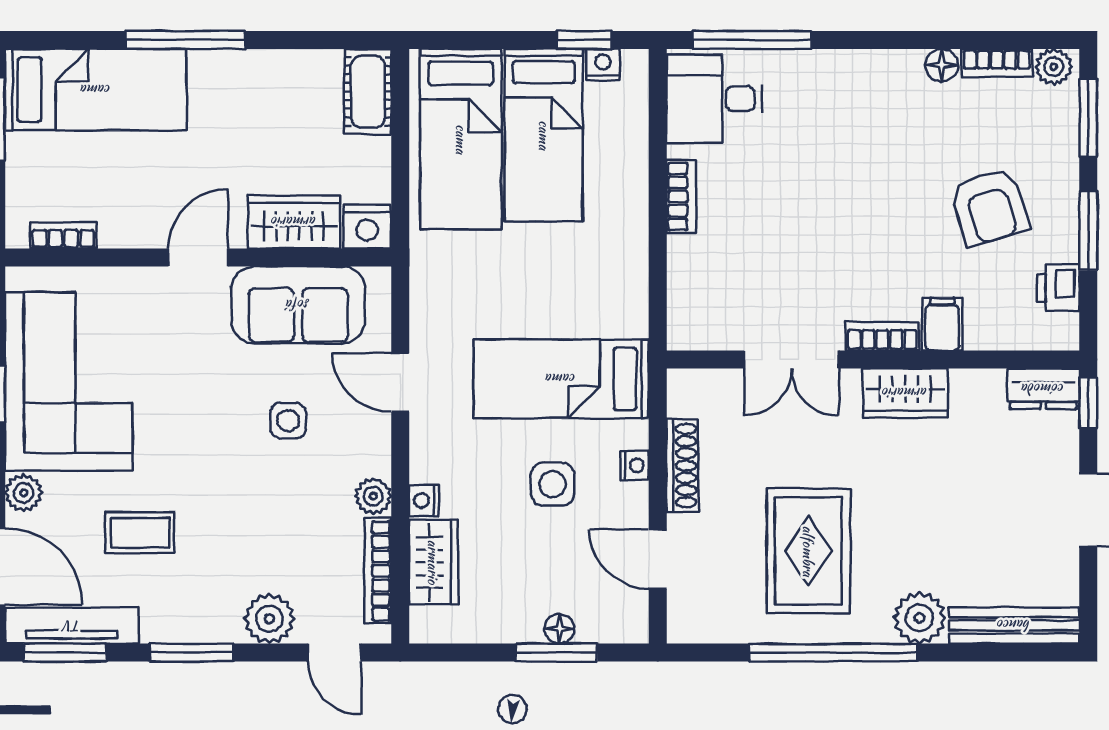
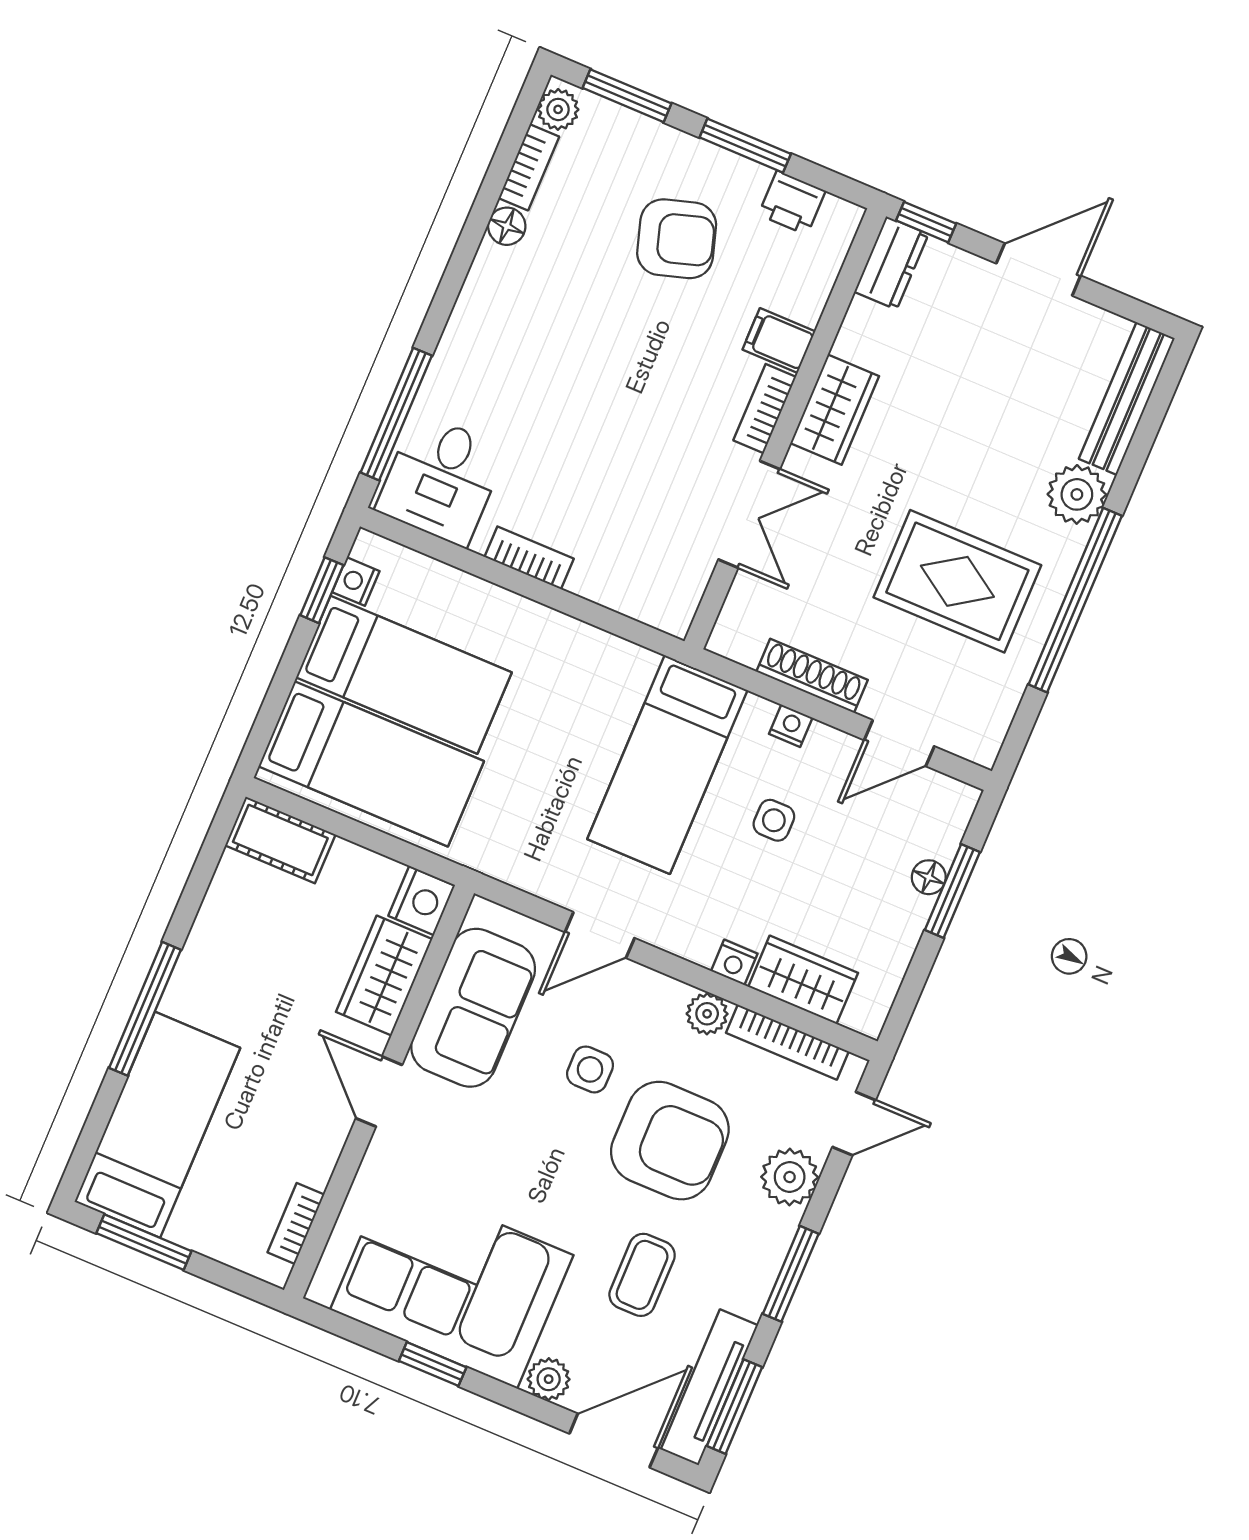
side table: (553, 484) -> (774, 820), width x0.73, depth x0.73
armchair: (258, 509) -> (670, 1141), added

